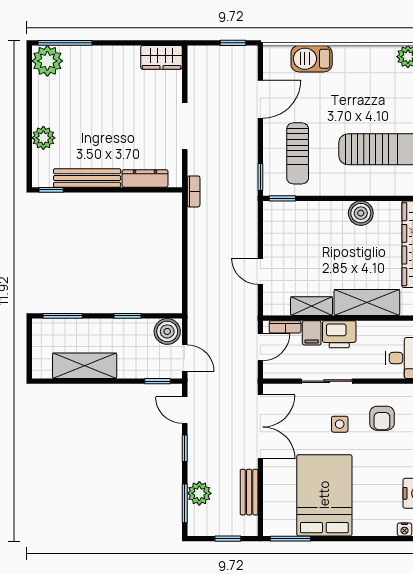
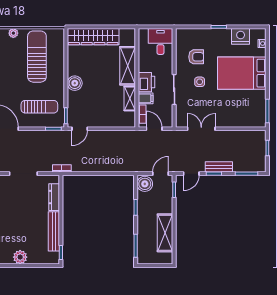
plant: (43, 138) -> (20, 257), moved
boiler: (361, 213) -> (75, 83), moved
door: (260, 271) -> (80, 129), moved
double door: (260, 427) -> (201, 129), width x0.73
bench: (249, 492) -> (219, 167), moved
plant: (199, 493) -> (241, 165), removed
bed: (324, 495) -> (242, 73), moved

